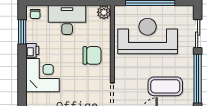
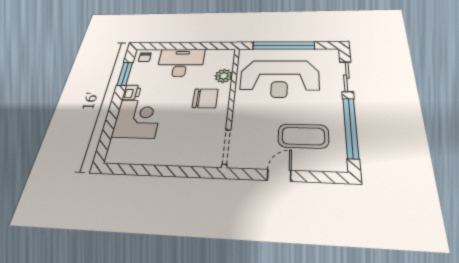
plant: (104, 12) -> (224, 76), moved
reception desk: (148, 36) -> (279, 79), turned 180

